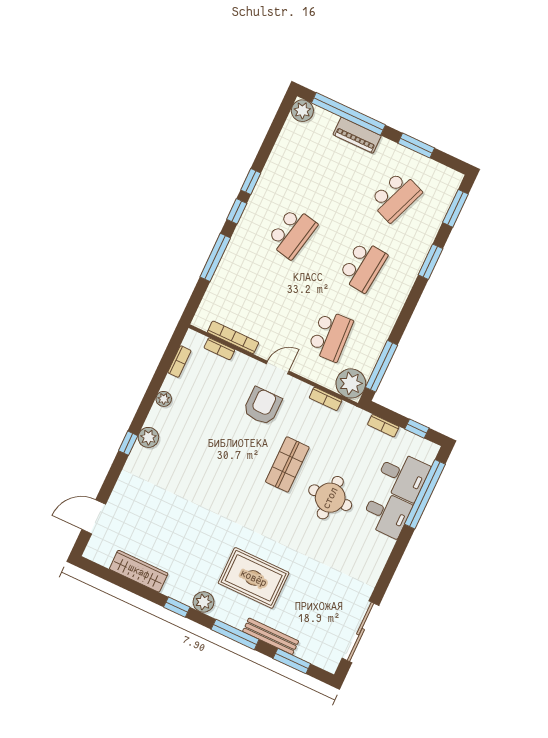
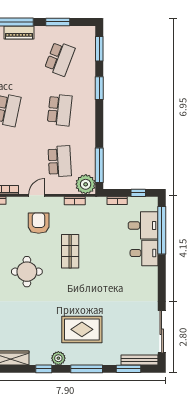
round table: (330, 498) -> (27, 272), moved
bench: (271, 636) -> (140, 360), moved

